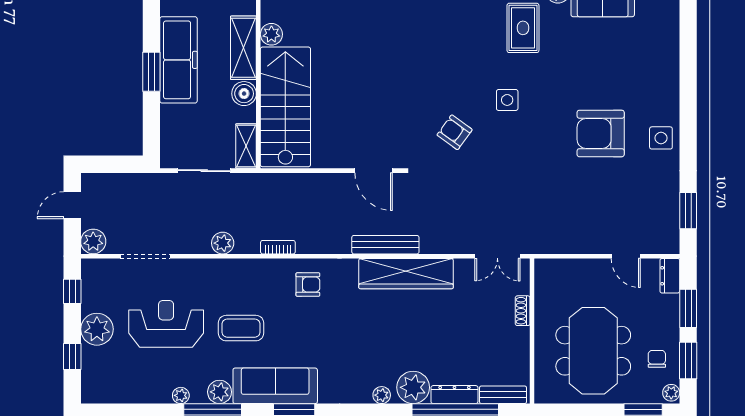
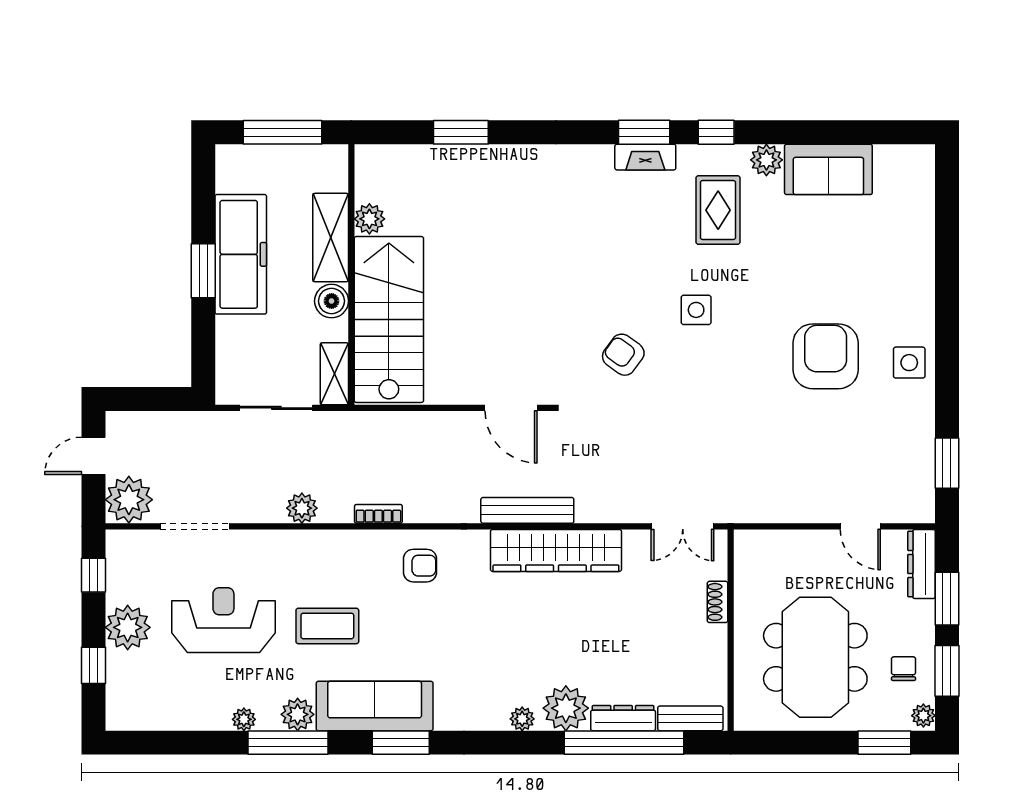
armchair: (601, 133) -> (826, 356), turned 90
plant: (93, 241) -> (129, 500), width x1.36, depth x1.36
dresser: (670, 276) -> (921, 564), width x1.44

